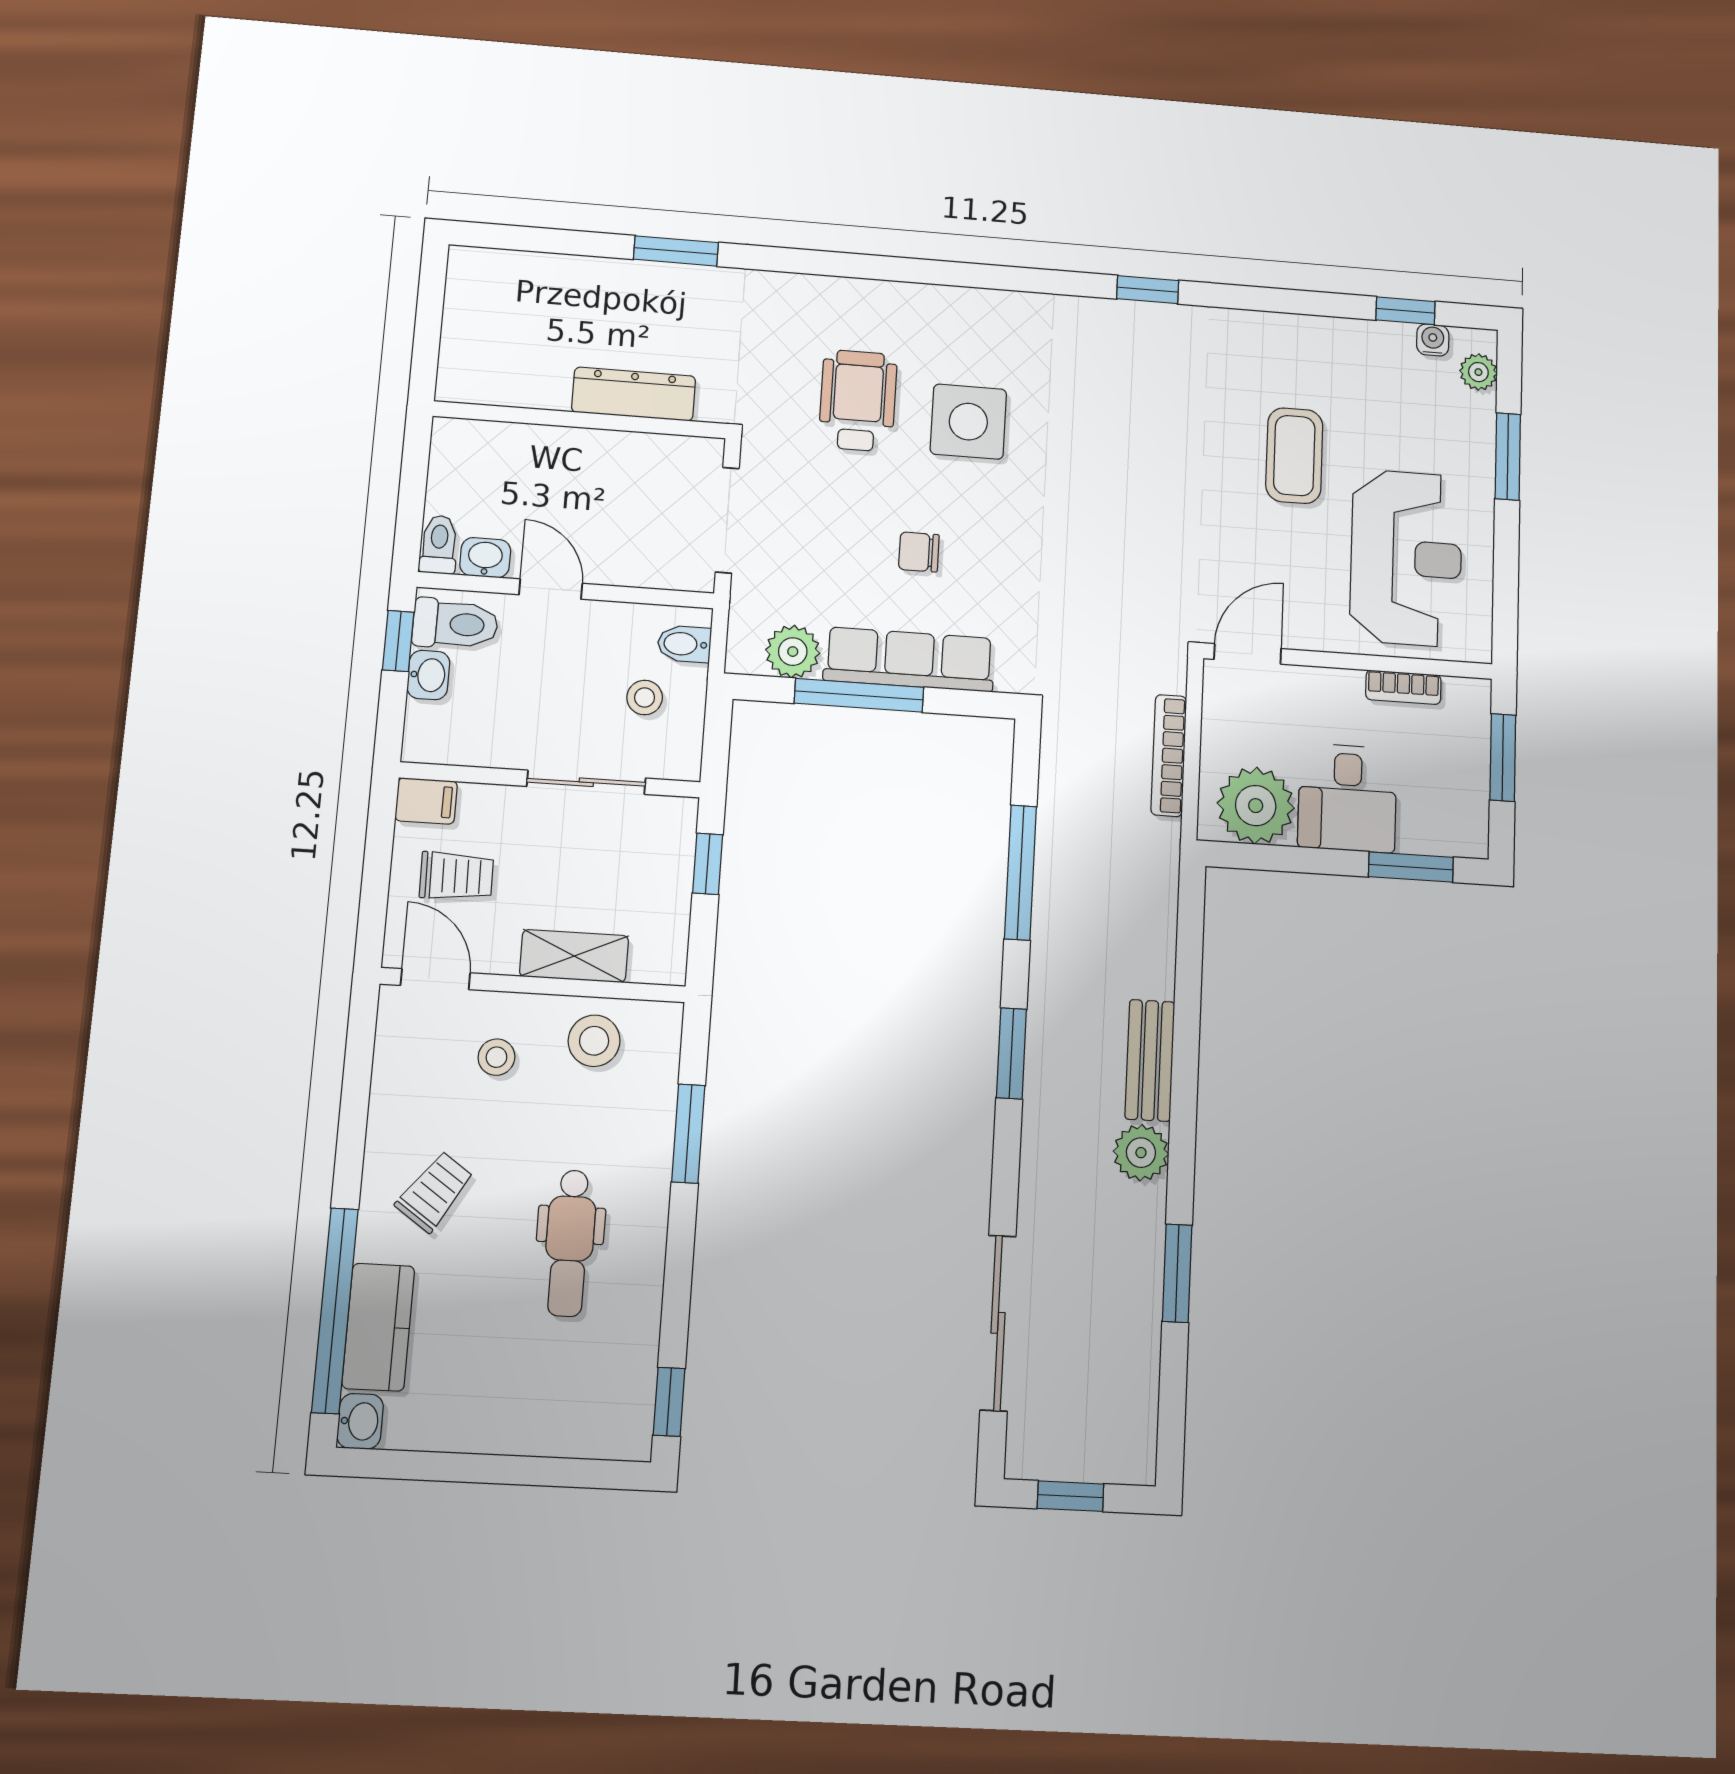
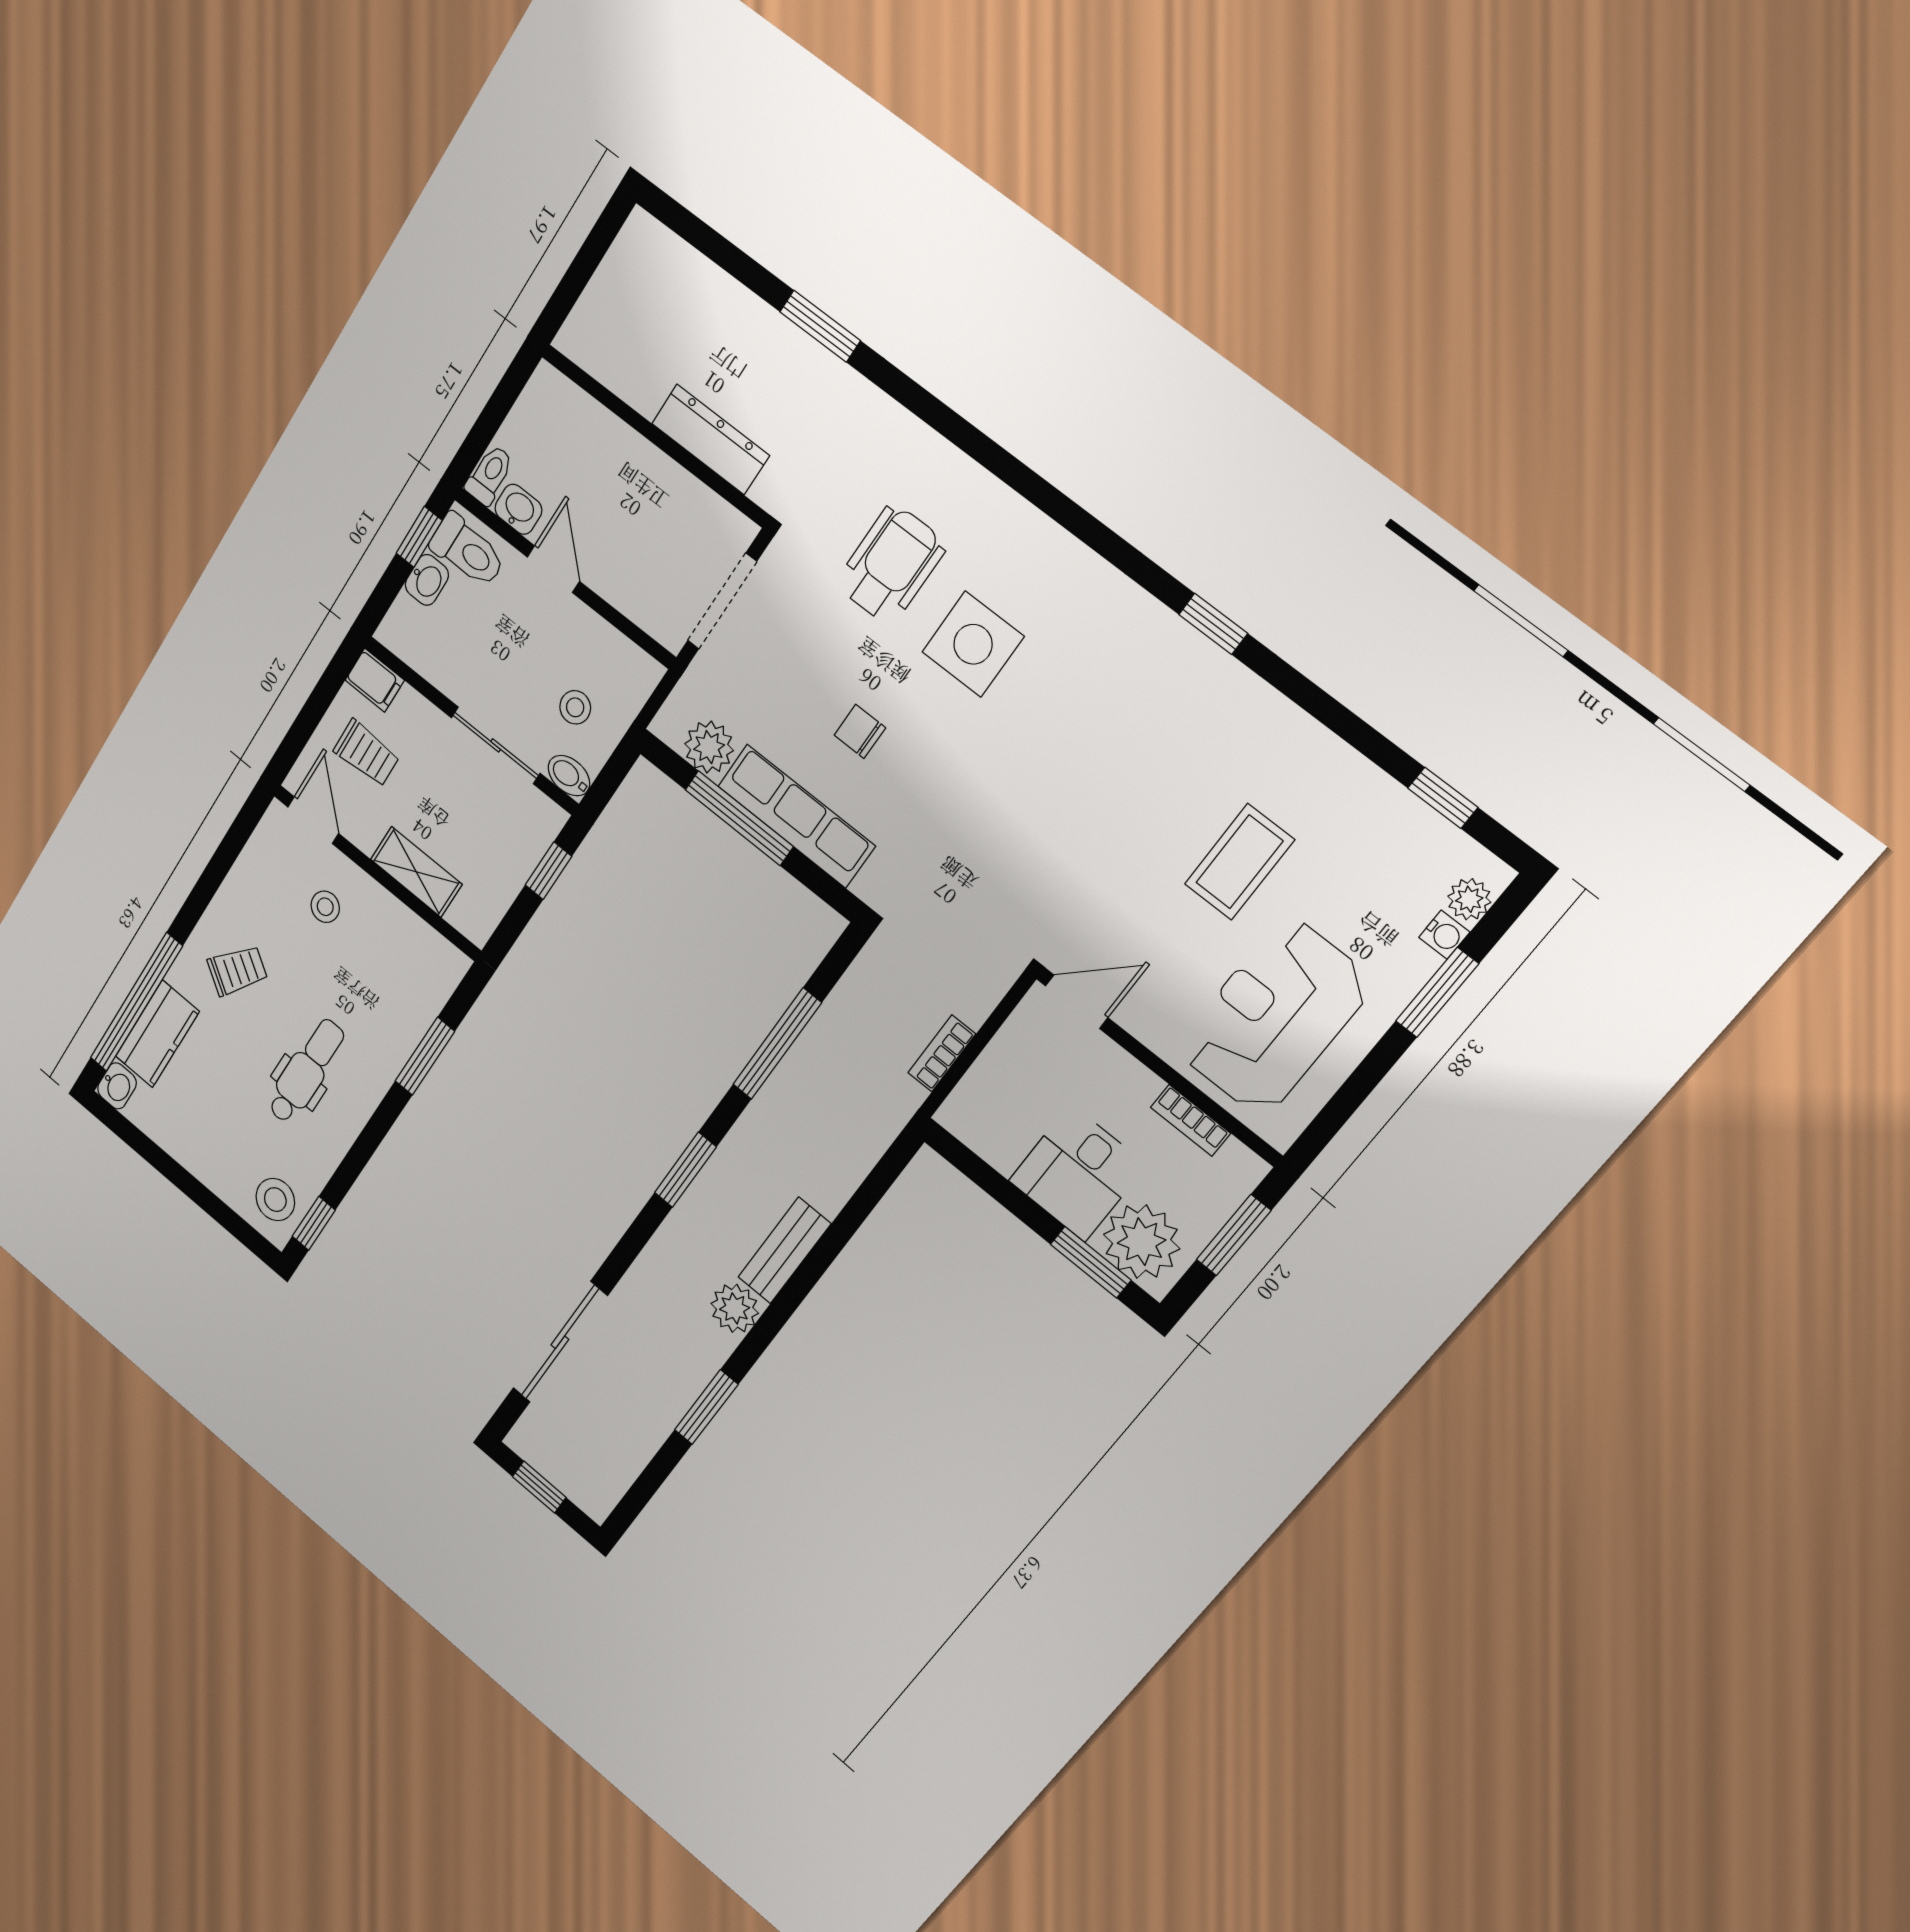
water cooler: (1433, 340) -> (1444, 935), moved, turned 90
reception desk: (1406, 558) -> (1274, 1017), turned 180
bidet: (684, 644) -> (569, 776), moved
bookcase: (1169, 755) -> (942, 1053), width x0.64
plant: (1256, 806) -> (1142, 1242), moved
stool: (594, 1041) -> (275, 1200), moved
dental chair: (570, 1243) -> (306, 1071), turned 180

